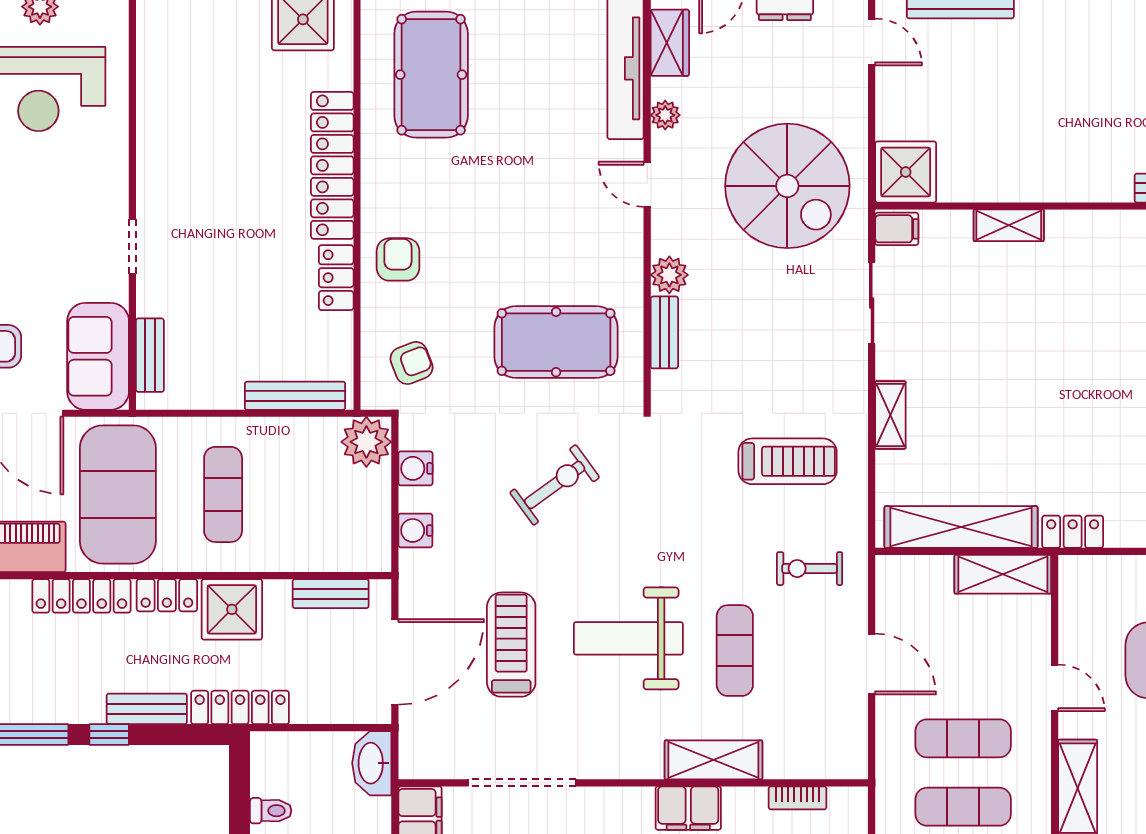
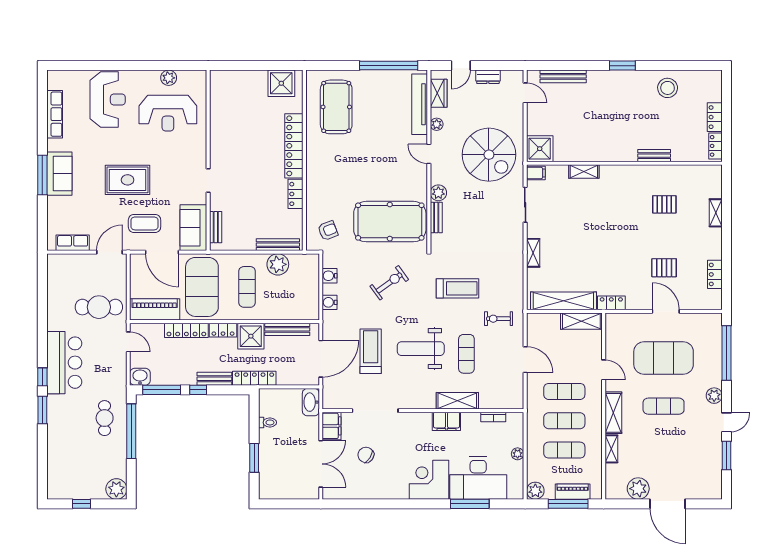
armchair: (398, 259) -> (322, 186), removed
pool table: (556, 342) -> (390, 222), width x1.36, depth x1.32
plant: (366, 442) -> (278, 264), moved
treadmill: (788, 461) -> (457, 288), moved
bench: (331, 594) -> (287, 329), width x1.36

